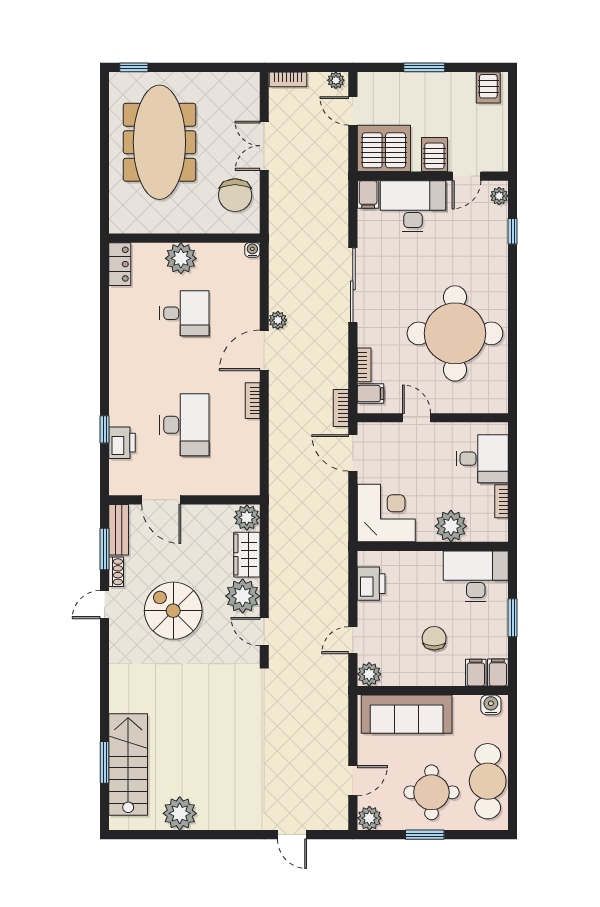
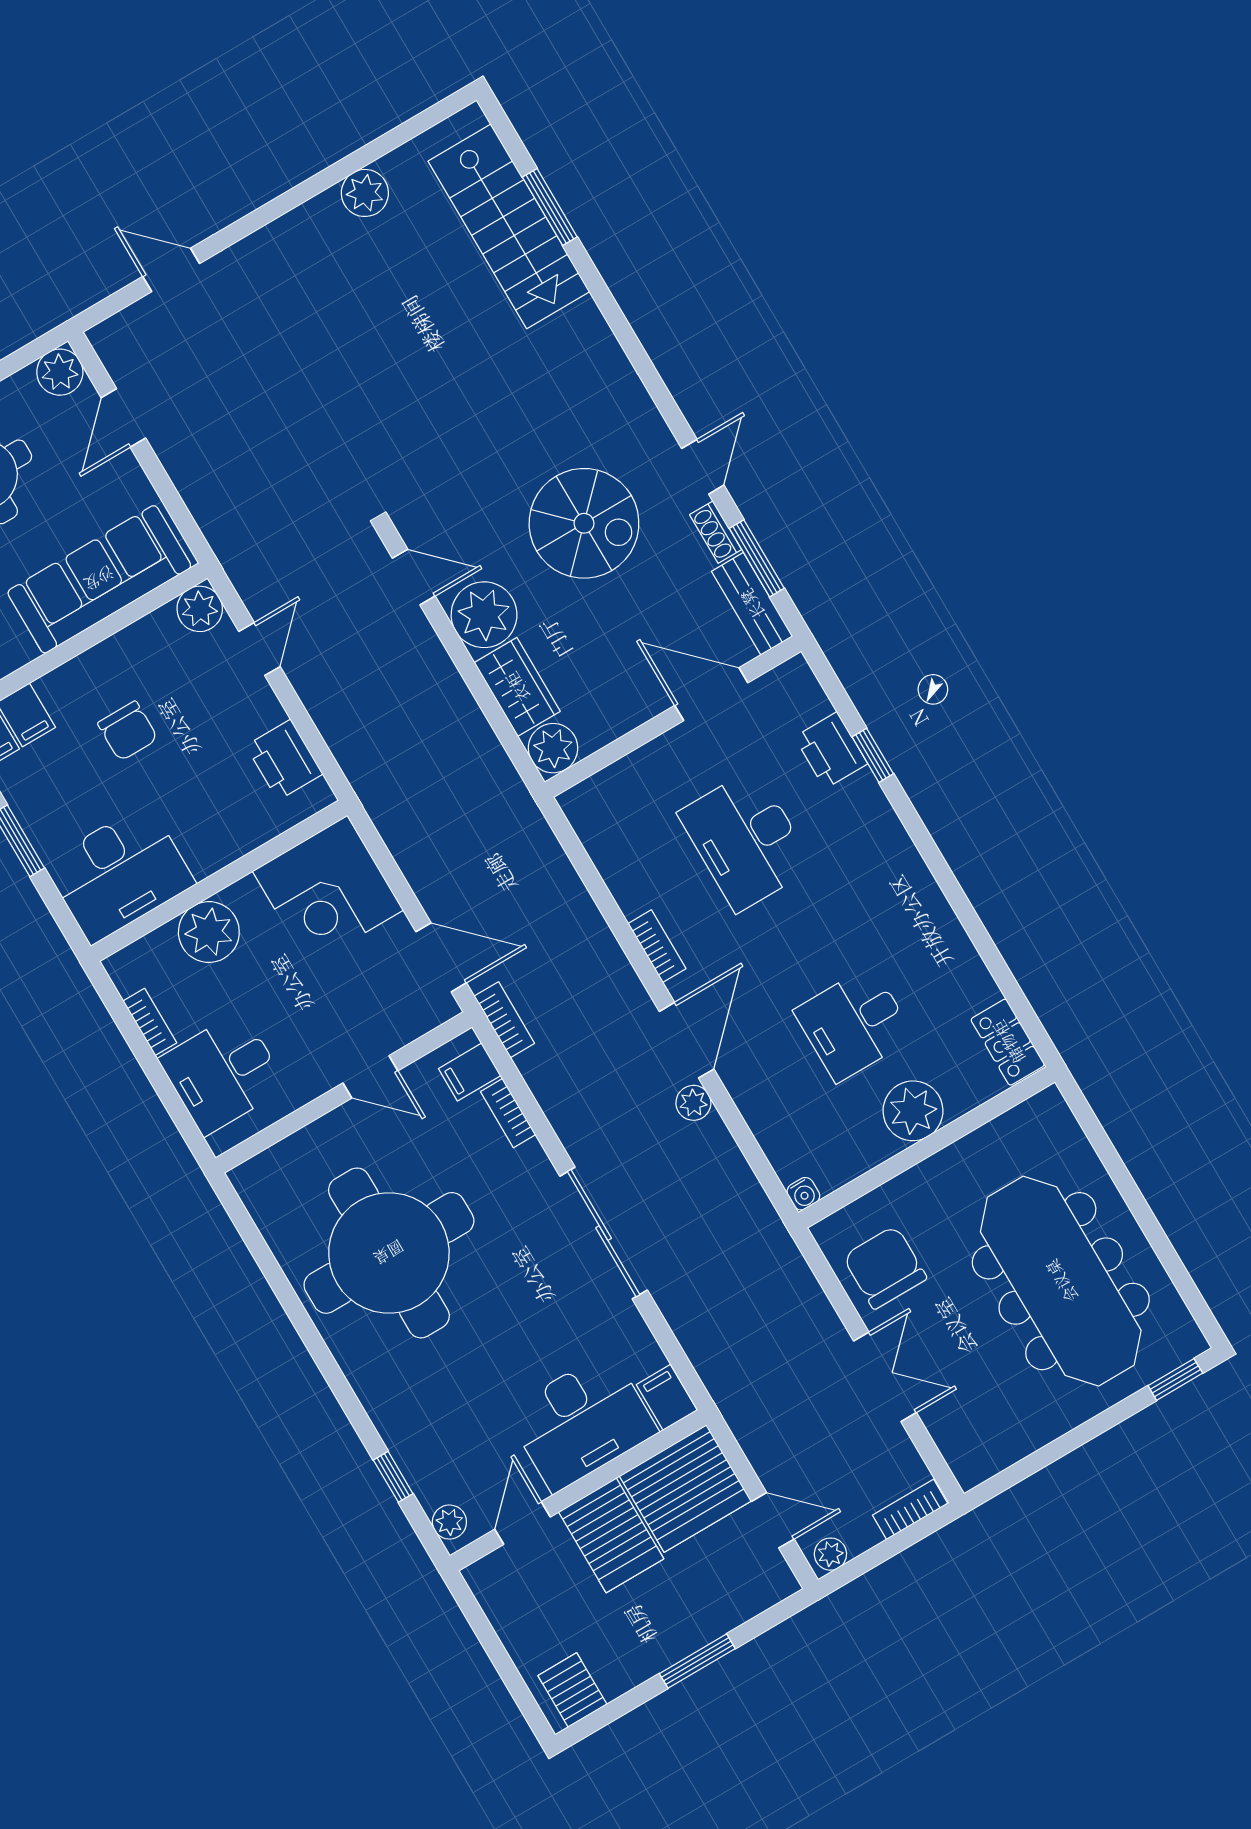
server rack: (434, 155) -> (611, 1535), width x1.36, depth x1.44
plant: (180, 813) -> (365, 193), width x0.73, depth x0.73

